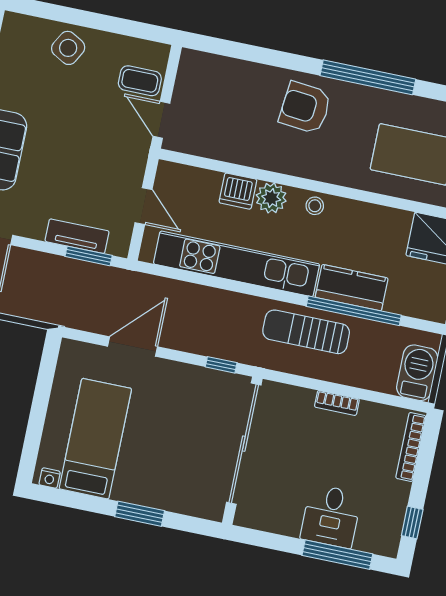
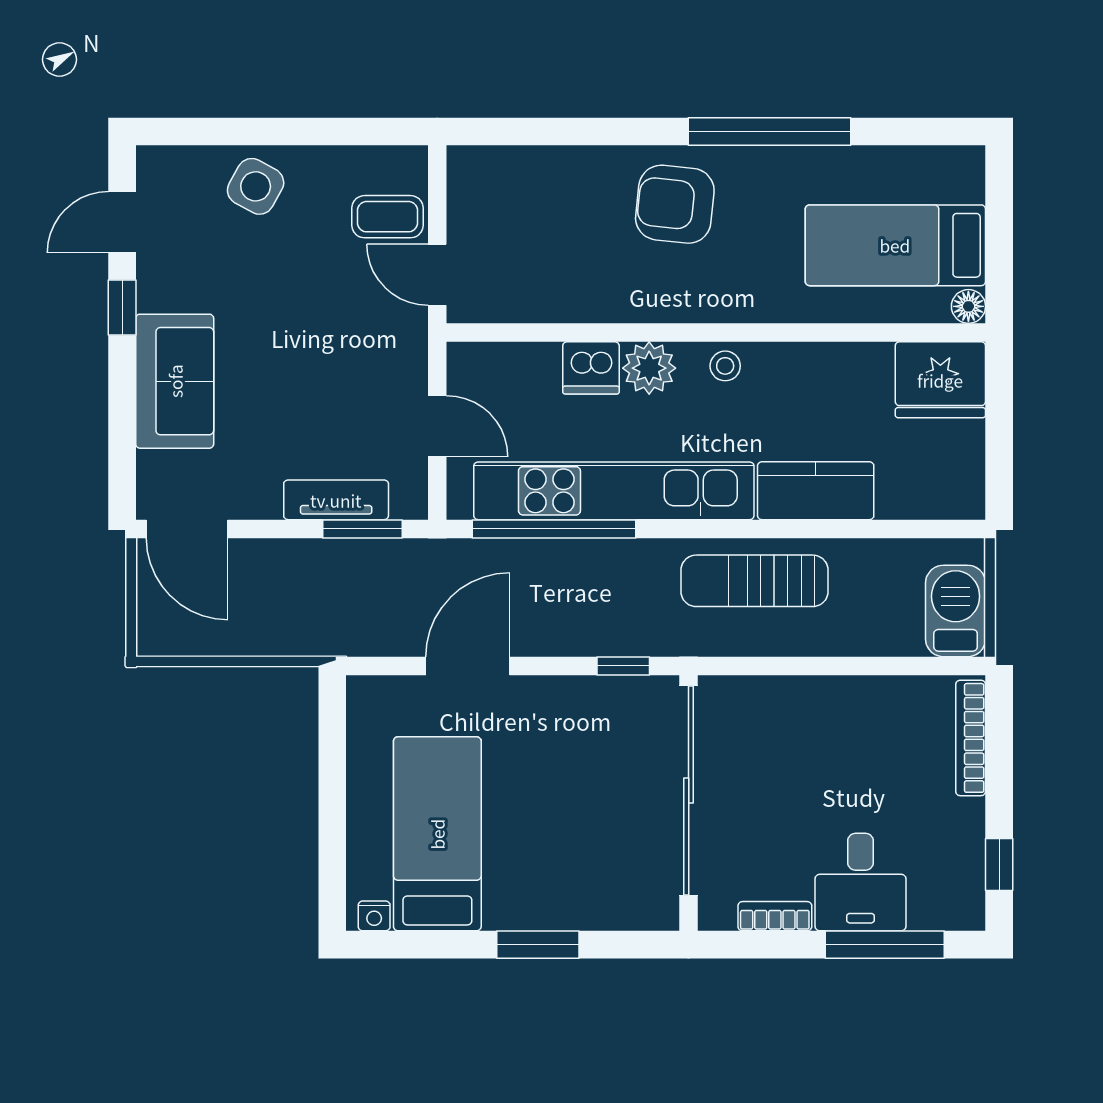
window: (354, 311) -> (554, 529), moved
bookcase: (337, 403) -> (775, 916), moved, turned 180

